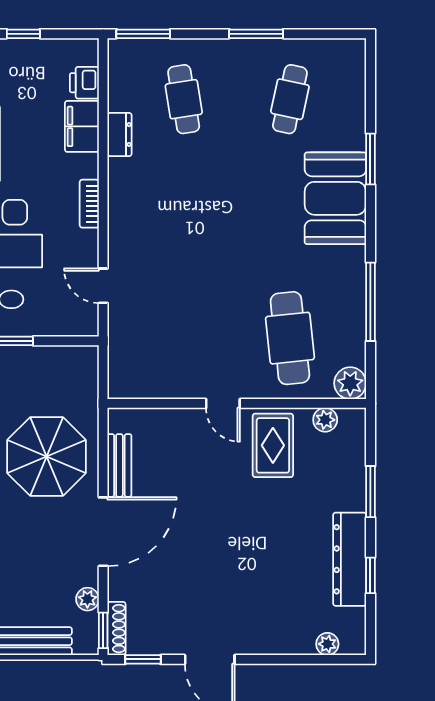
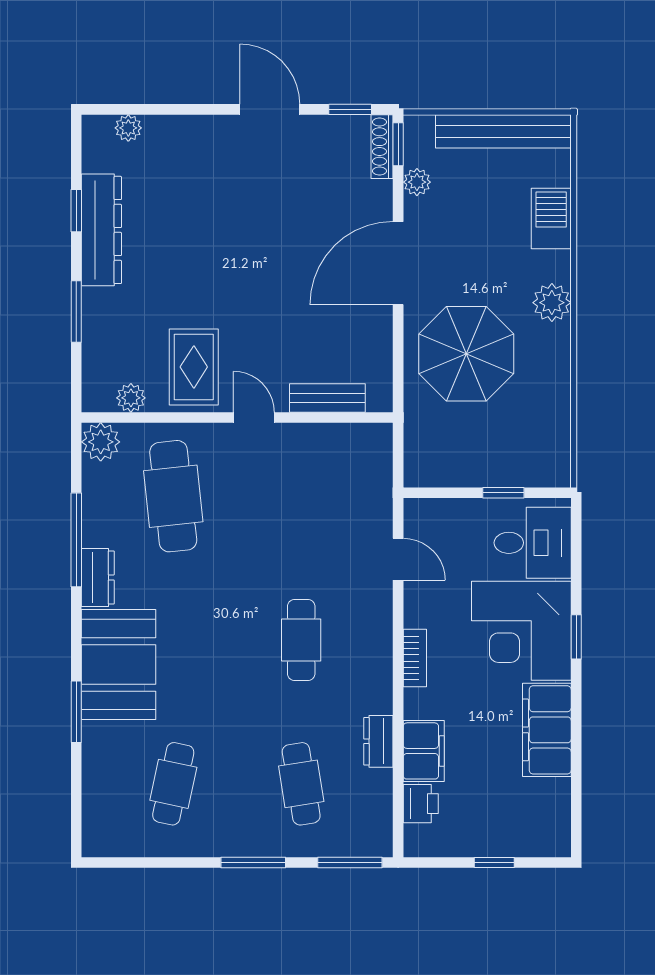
window: (256, 34) -> (253, 863), moved
cafe table: (184, 219) -> (301, 640), added
dresser: (353, 271) -> (98, 577), added
bench: (119, 465) -> (327, 398), moved, turned 90

